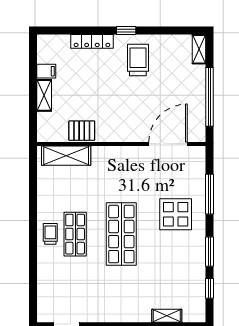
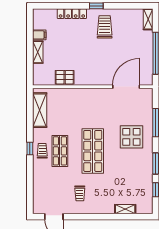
shelving: (66, 156) -> (40, 110), moved, turned 90
window: (33, 231) -> (30, 148), added
trolley: (103, 294) -> (80, 193), added

